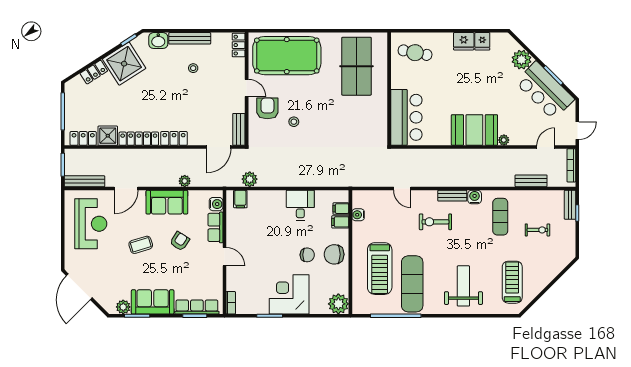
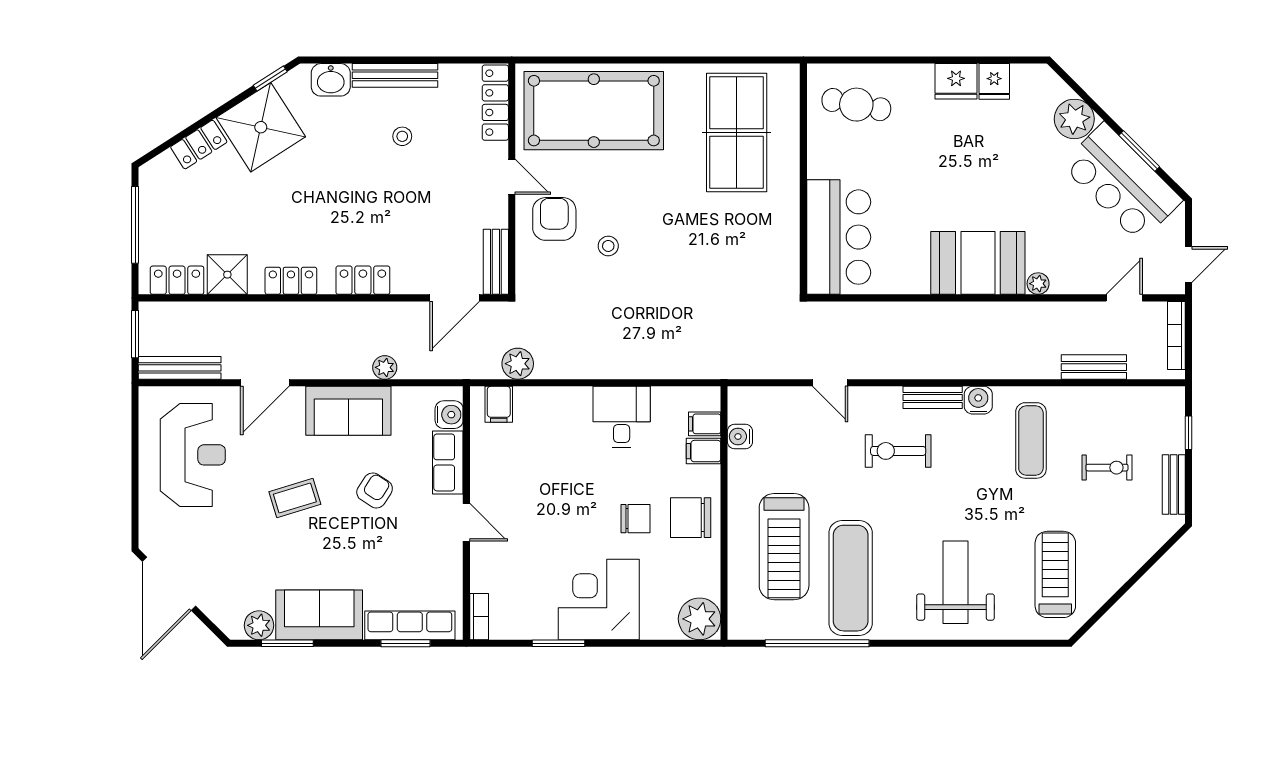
locker: (239, 45) -> (495, 103), width x1.53
locker: (139, 139) -> (291, 281), width x0.66
bench: (570, 205) -> (1174, 485), moved

